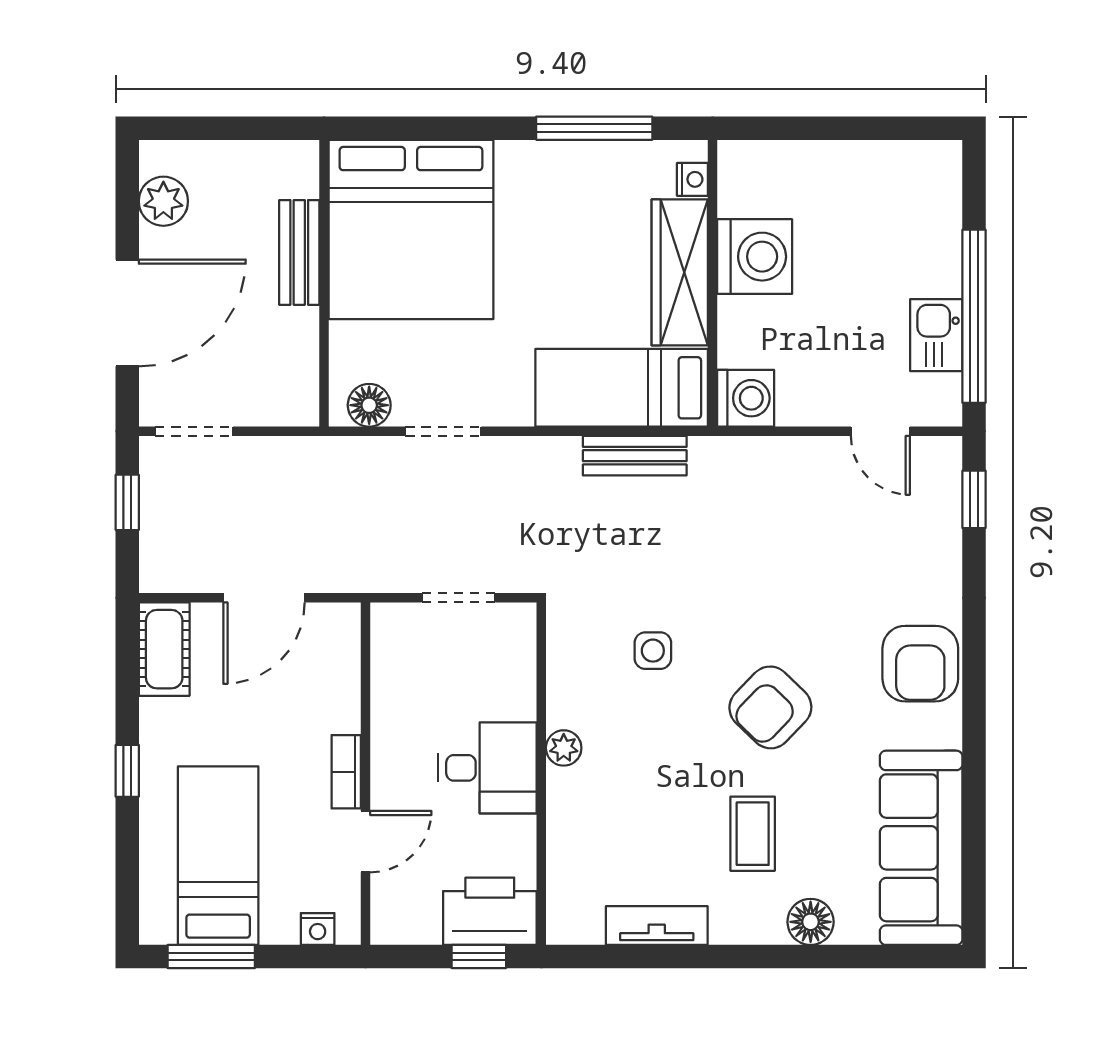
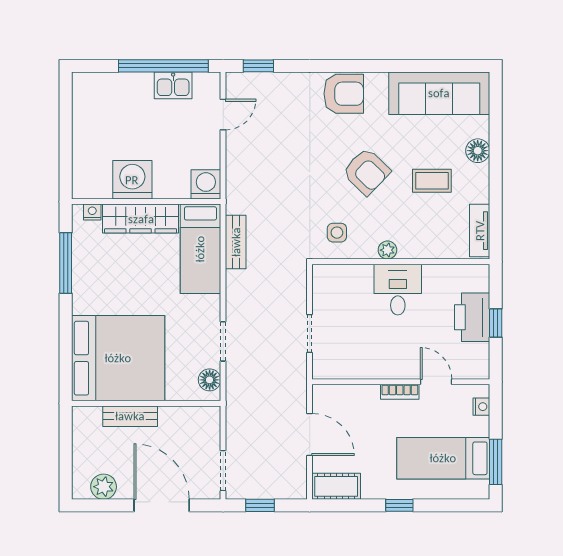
plant: (564, 748) -> (387, 250), moved
desk: (488, 768) -> (398, 290), moved
wall: (541, 774) -> (401, 262), moved

